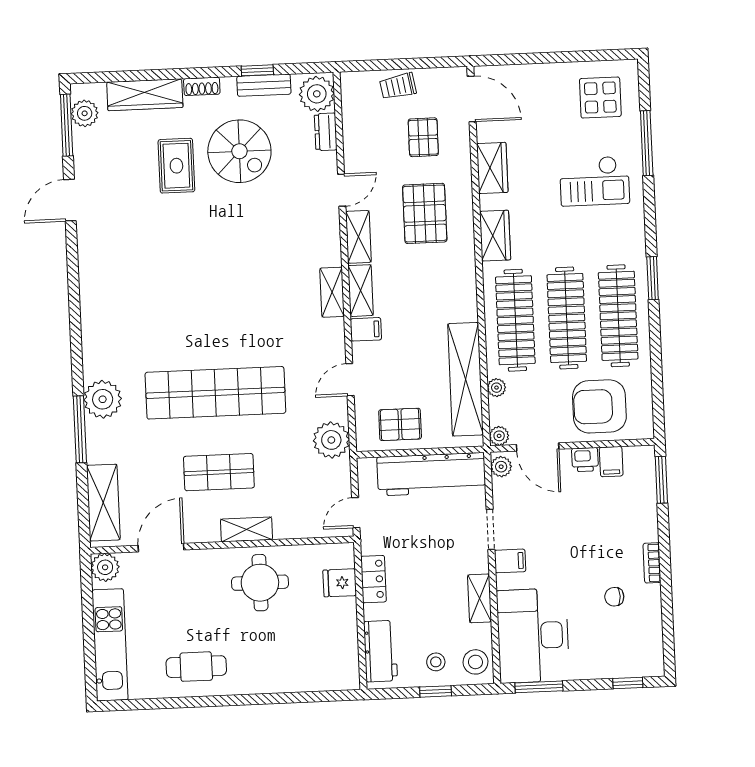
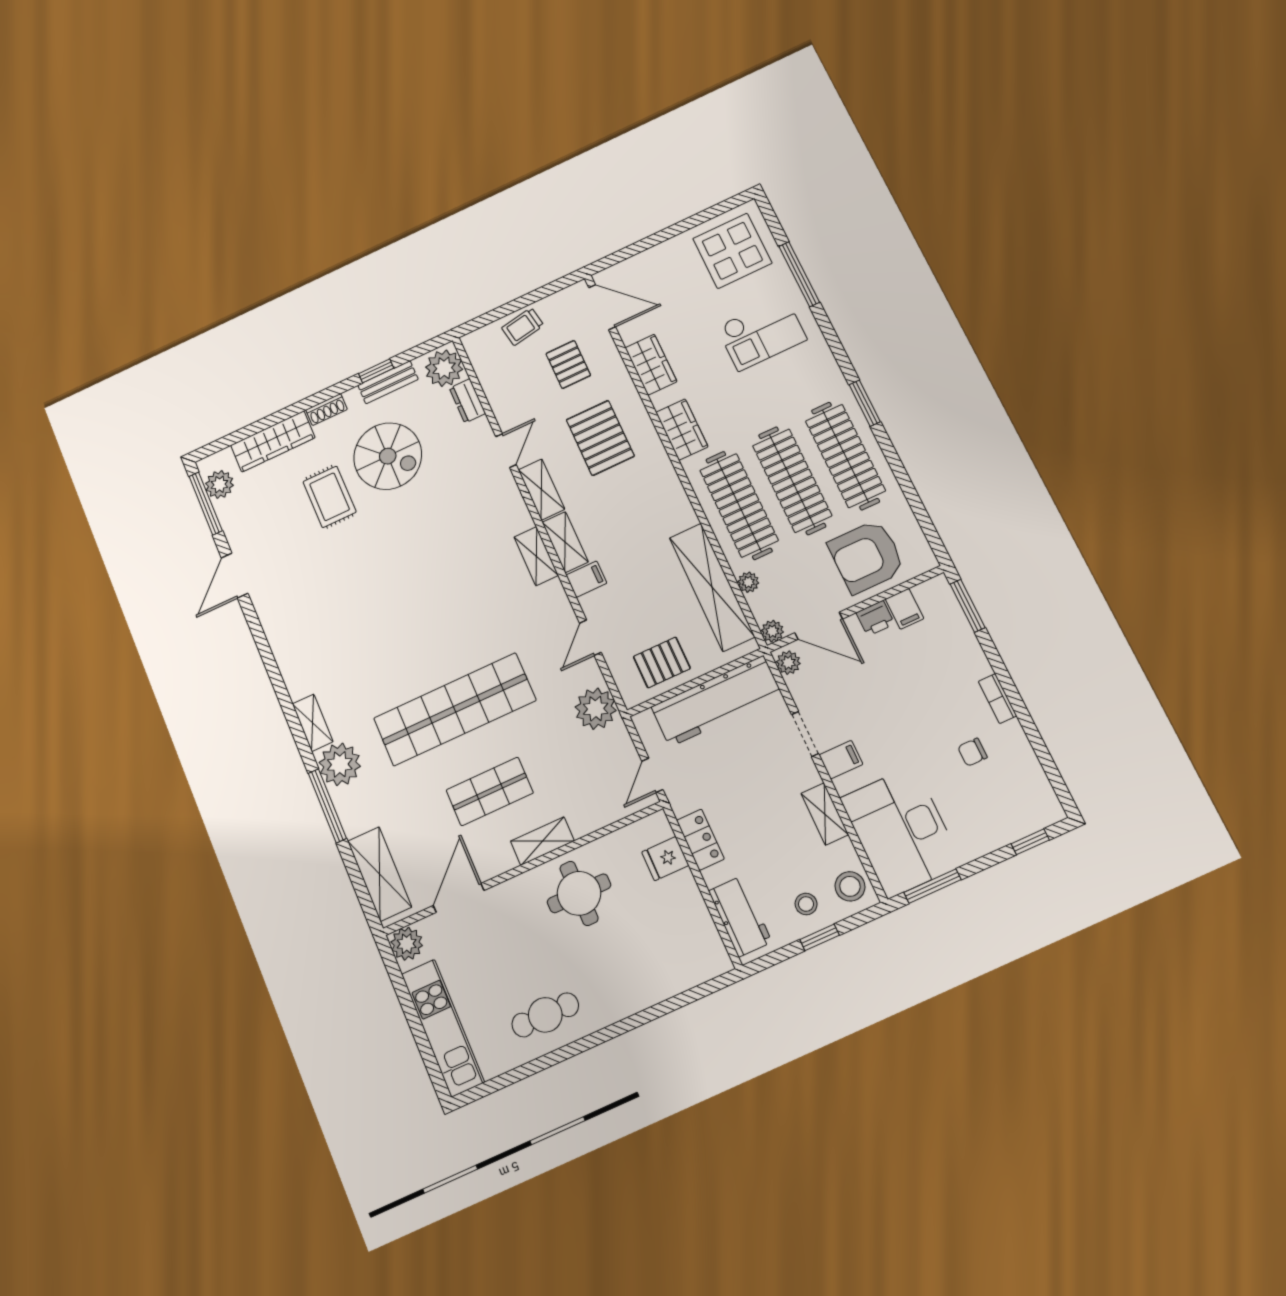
display table: (600, 97) -> (732, 251), width x1.36, depth x1.36
shelving: (92, 355) -> (313, 723), added

